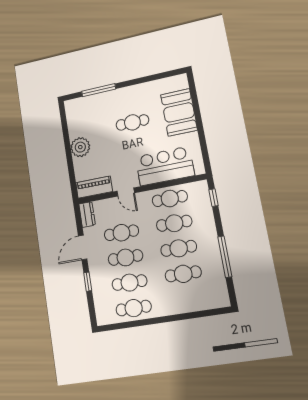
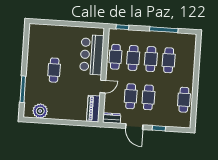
booth: (179, 112) -> (56, 36), removed
plant: (80, 147) -> (40, 111), moved
cafe table: (129, 283) -> (166, 99), removed

